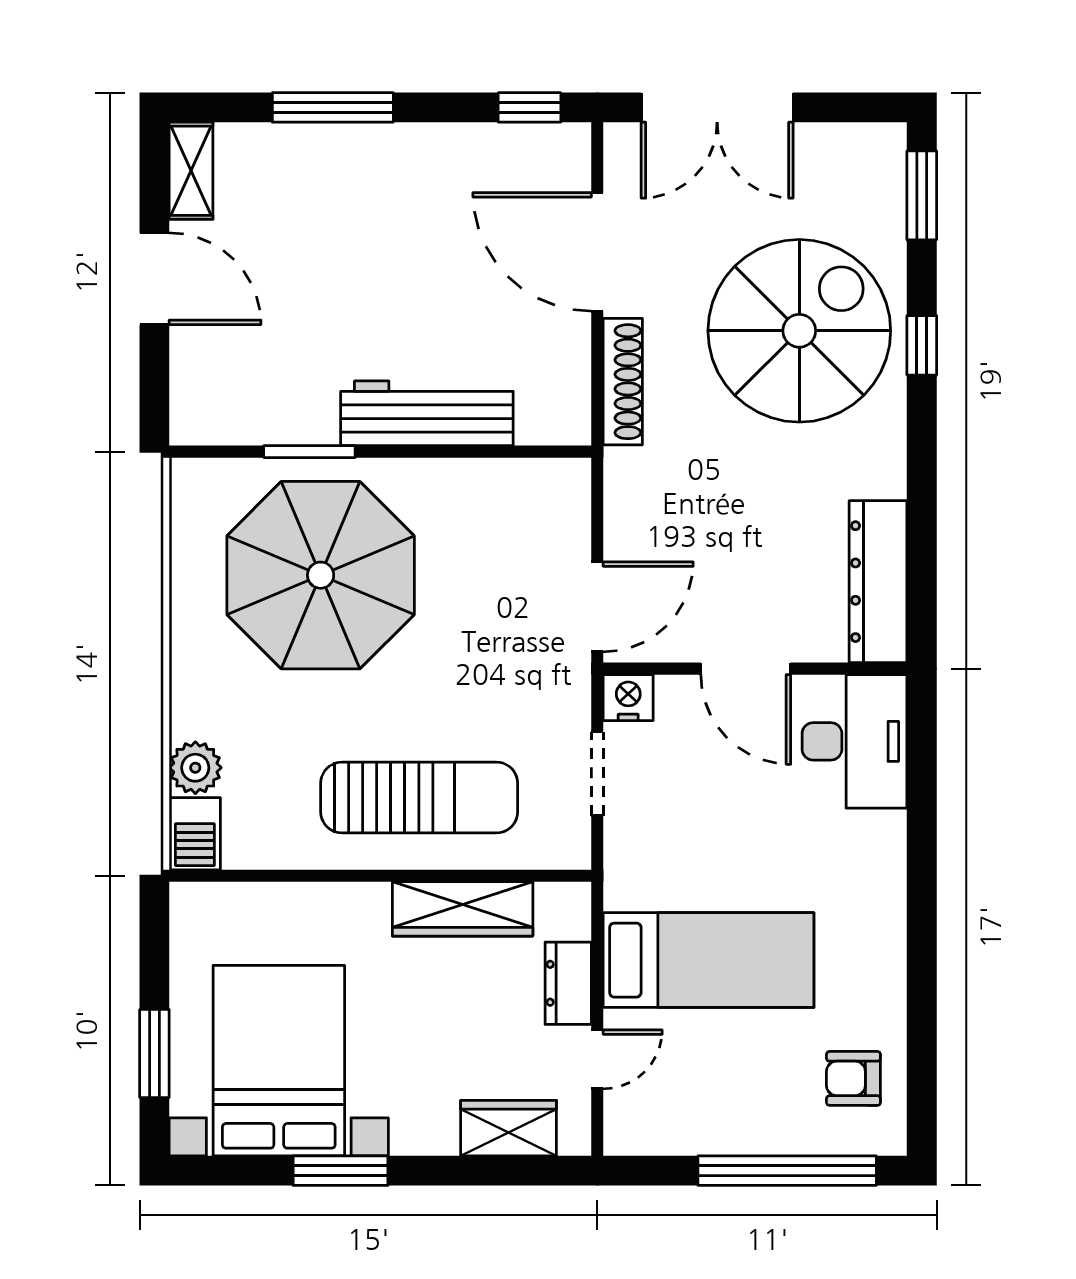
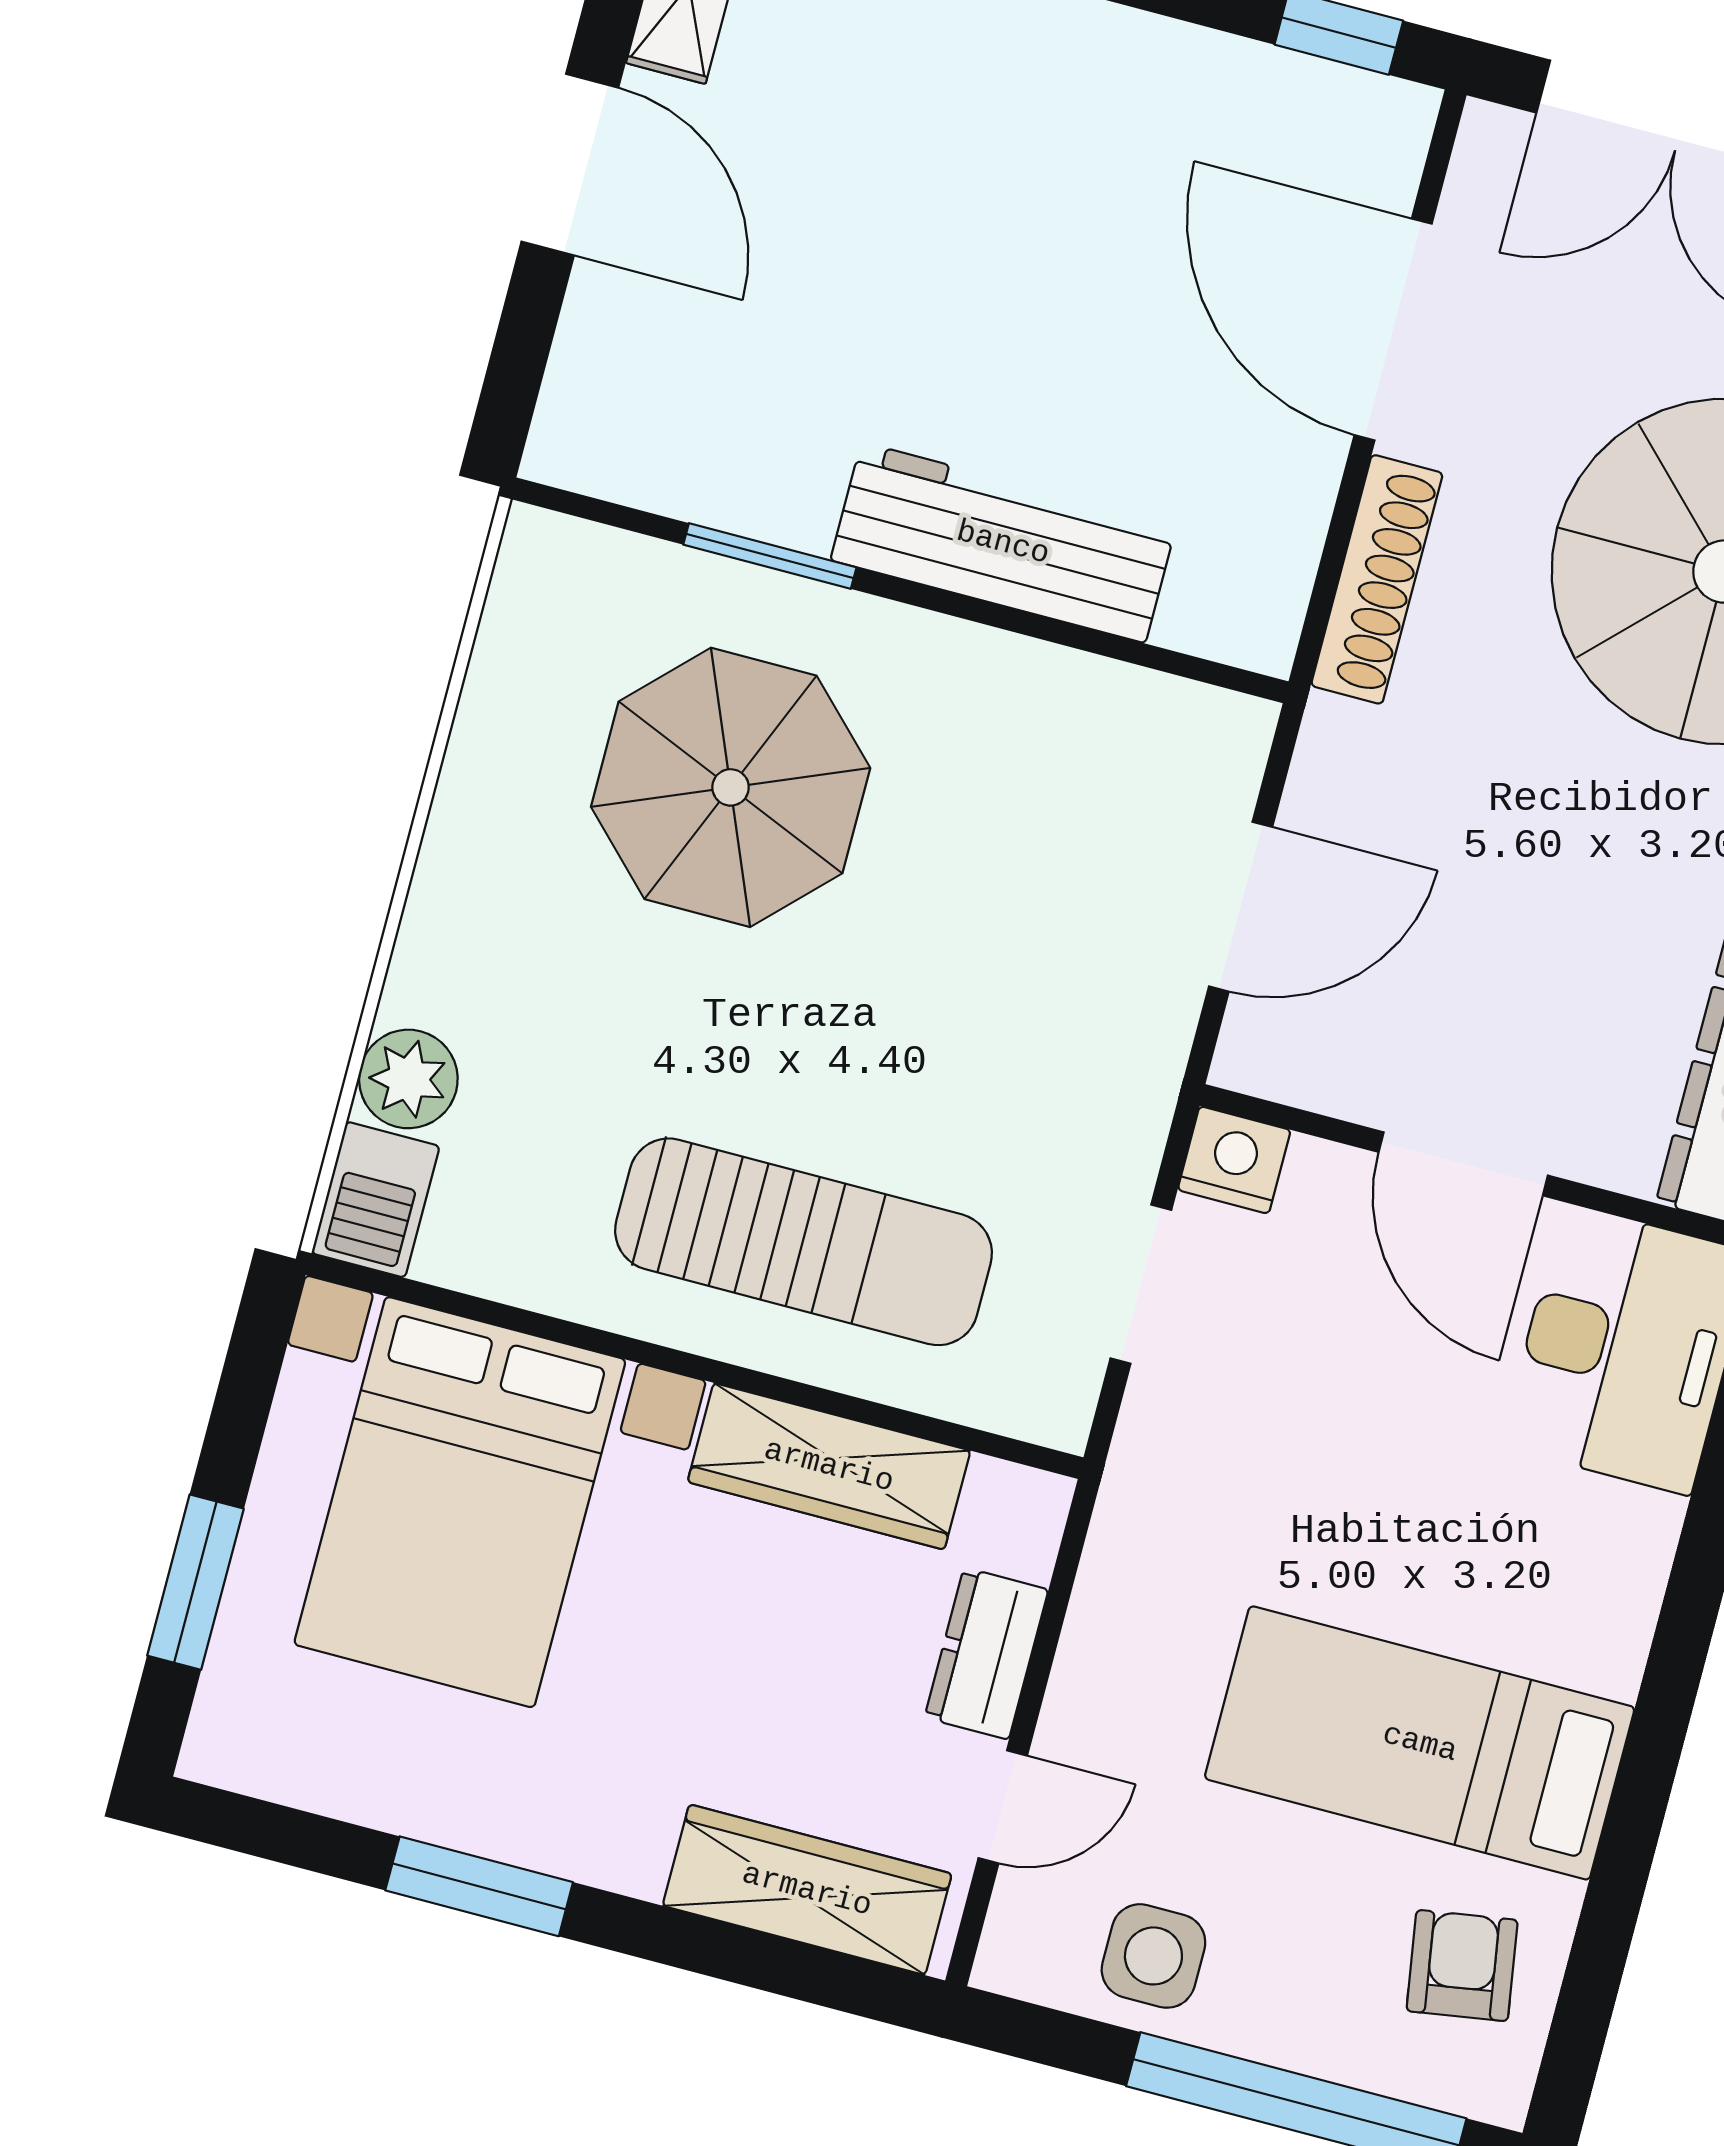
parasol: (321, 575) -> (731, 787), width x0.73, depth x0.73
door: (597, 607) -> (1241, 907), moved
bed: (709, 960) -> (1420, 1743), moved, turned 180
bed with nightstands: (279, 1061) -> (460, 1502), moved, turned 180
armchair: (853, 1078) -> (1462, 1966), turned 81
side table: (694, 1115) -> (1153, 1956), added
wardrobe: (509, 1128) -> (807, 1890), width x1.50

